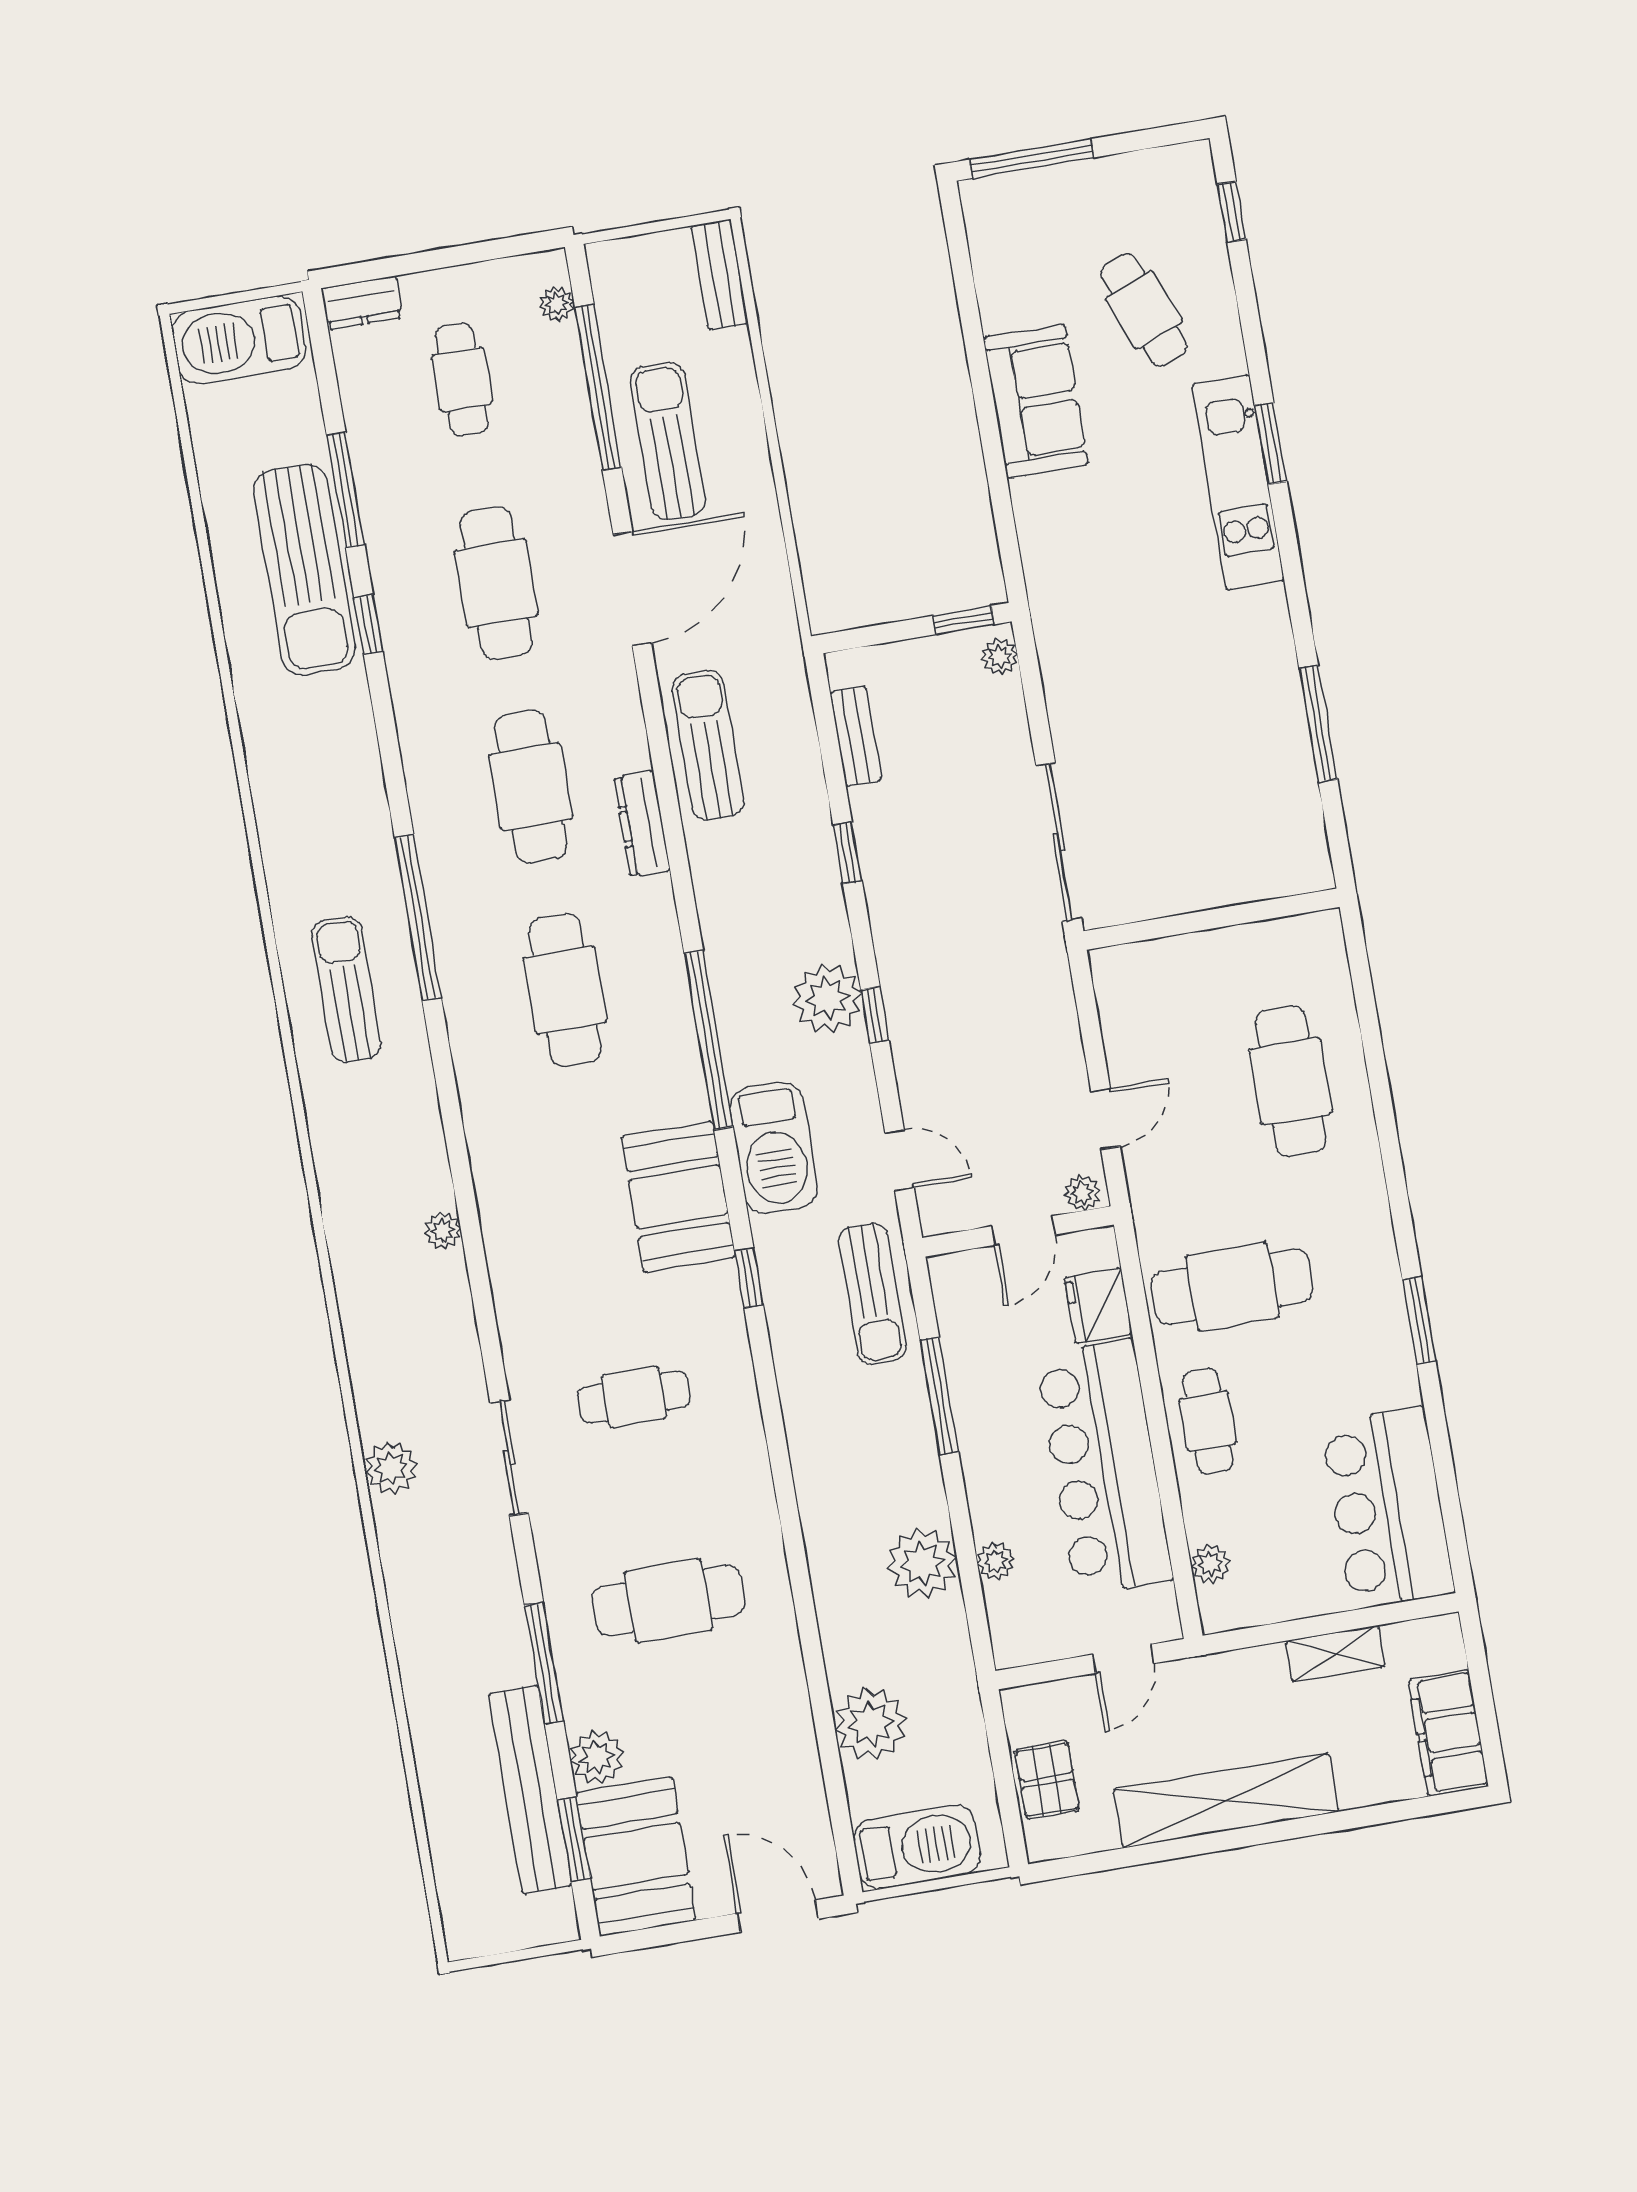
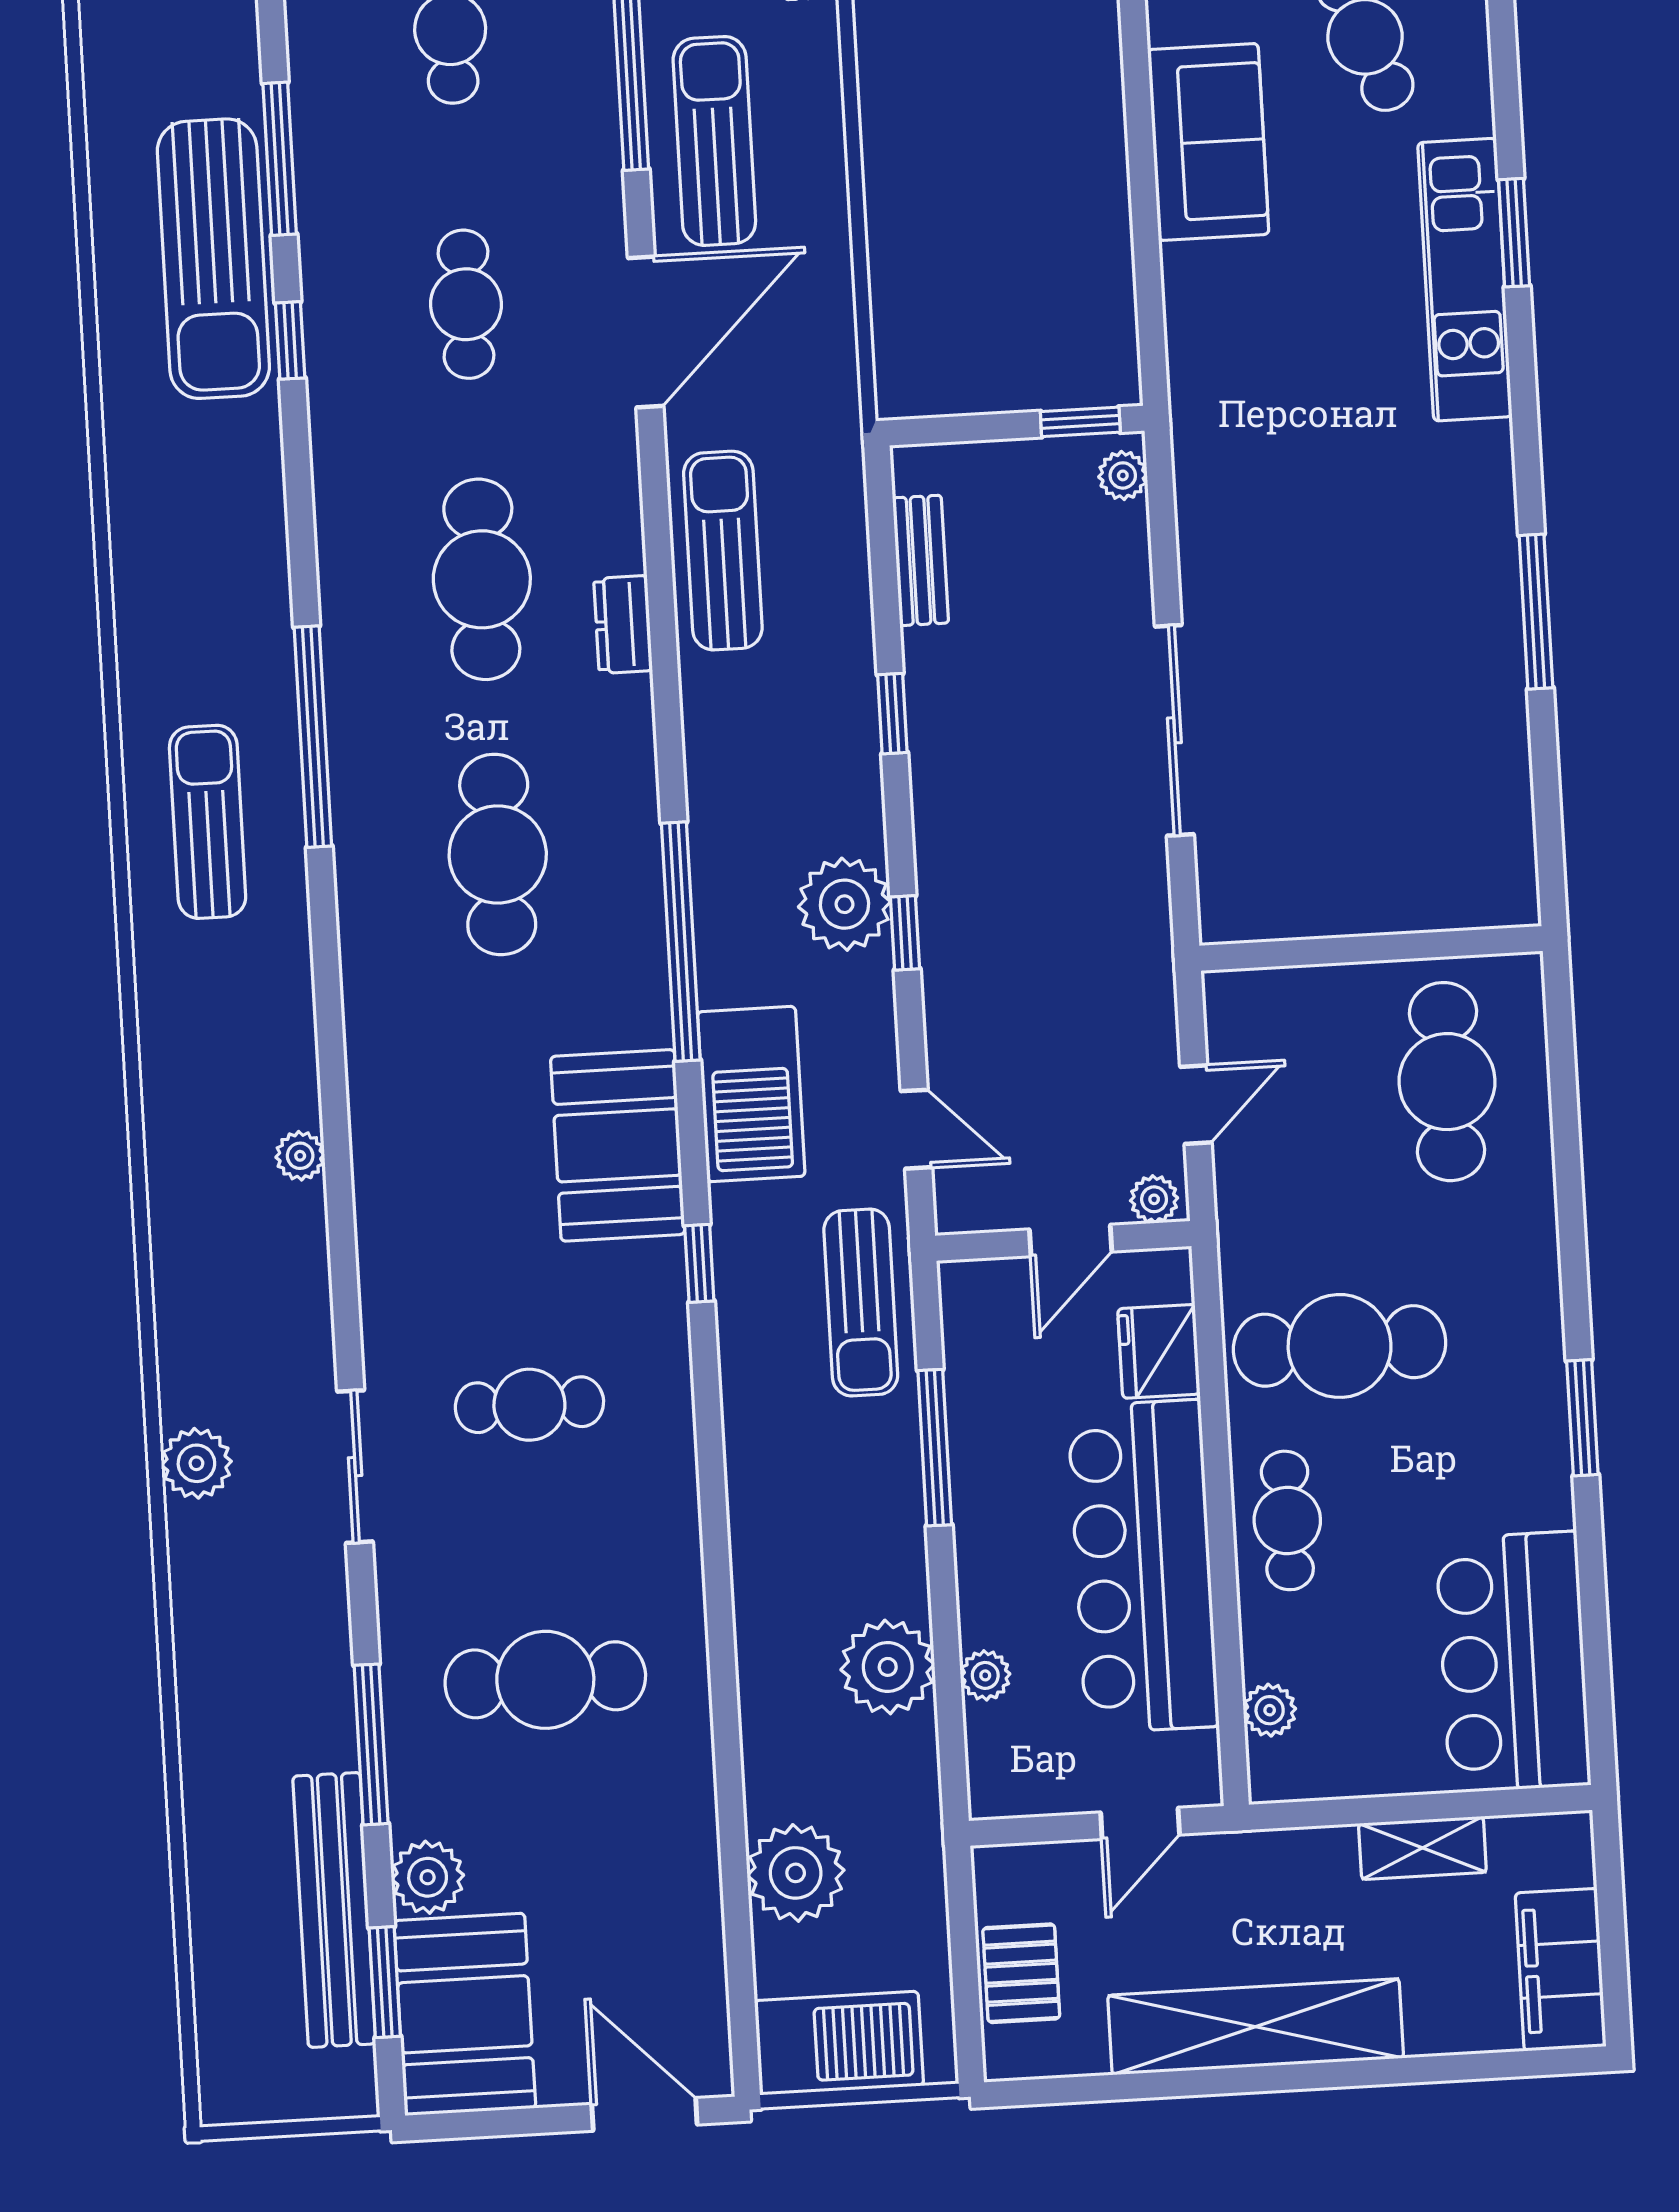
cafe table: (496, 583) -> (466, 304), width x0.73, depth x0.74
dresser: (642, 824) -> (623, 625), width x0.70
wall: (1212, 919) -> (1371, 948), moved

